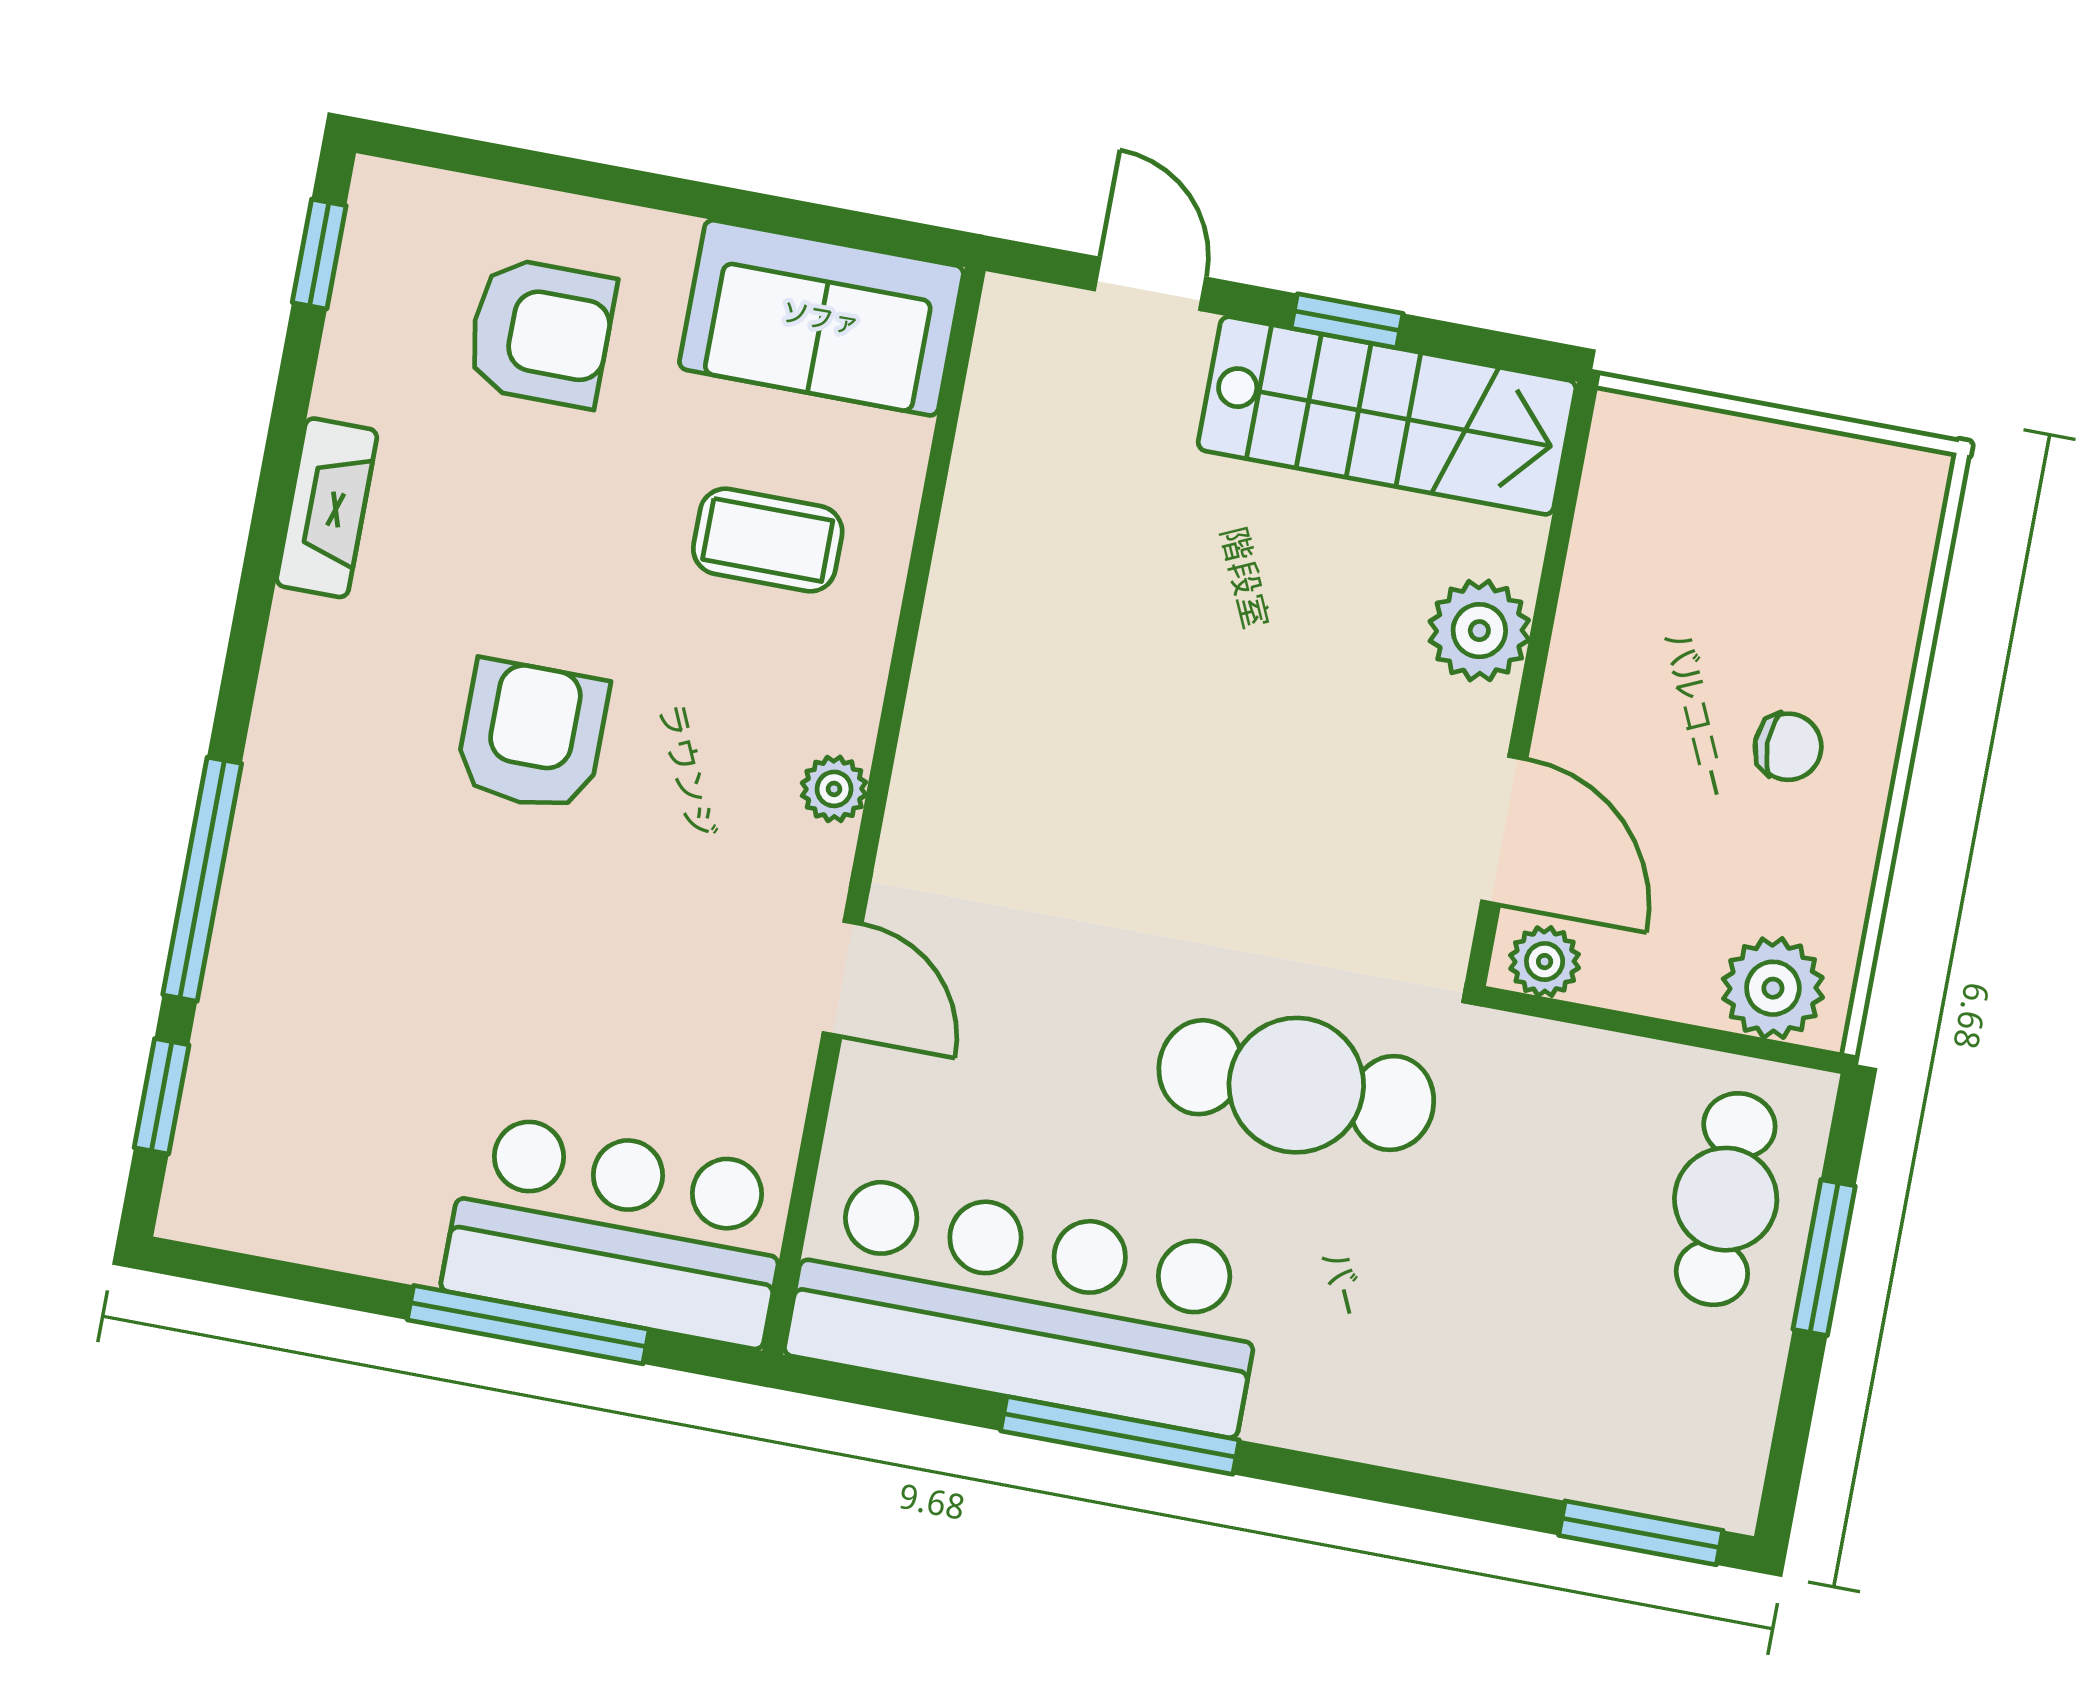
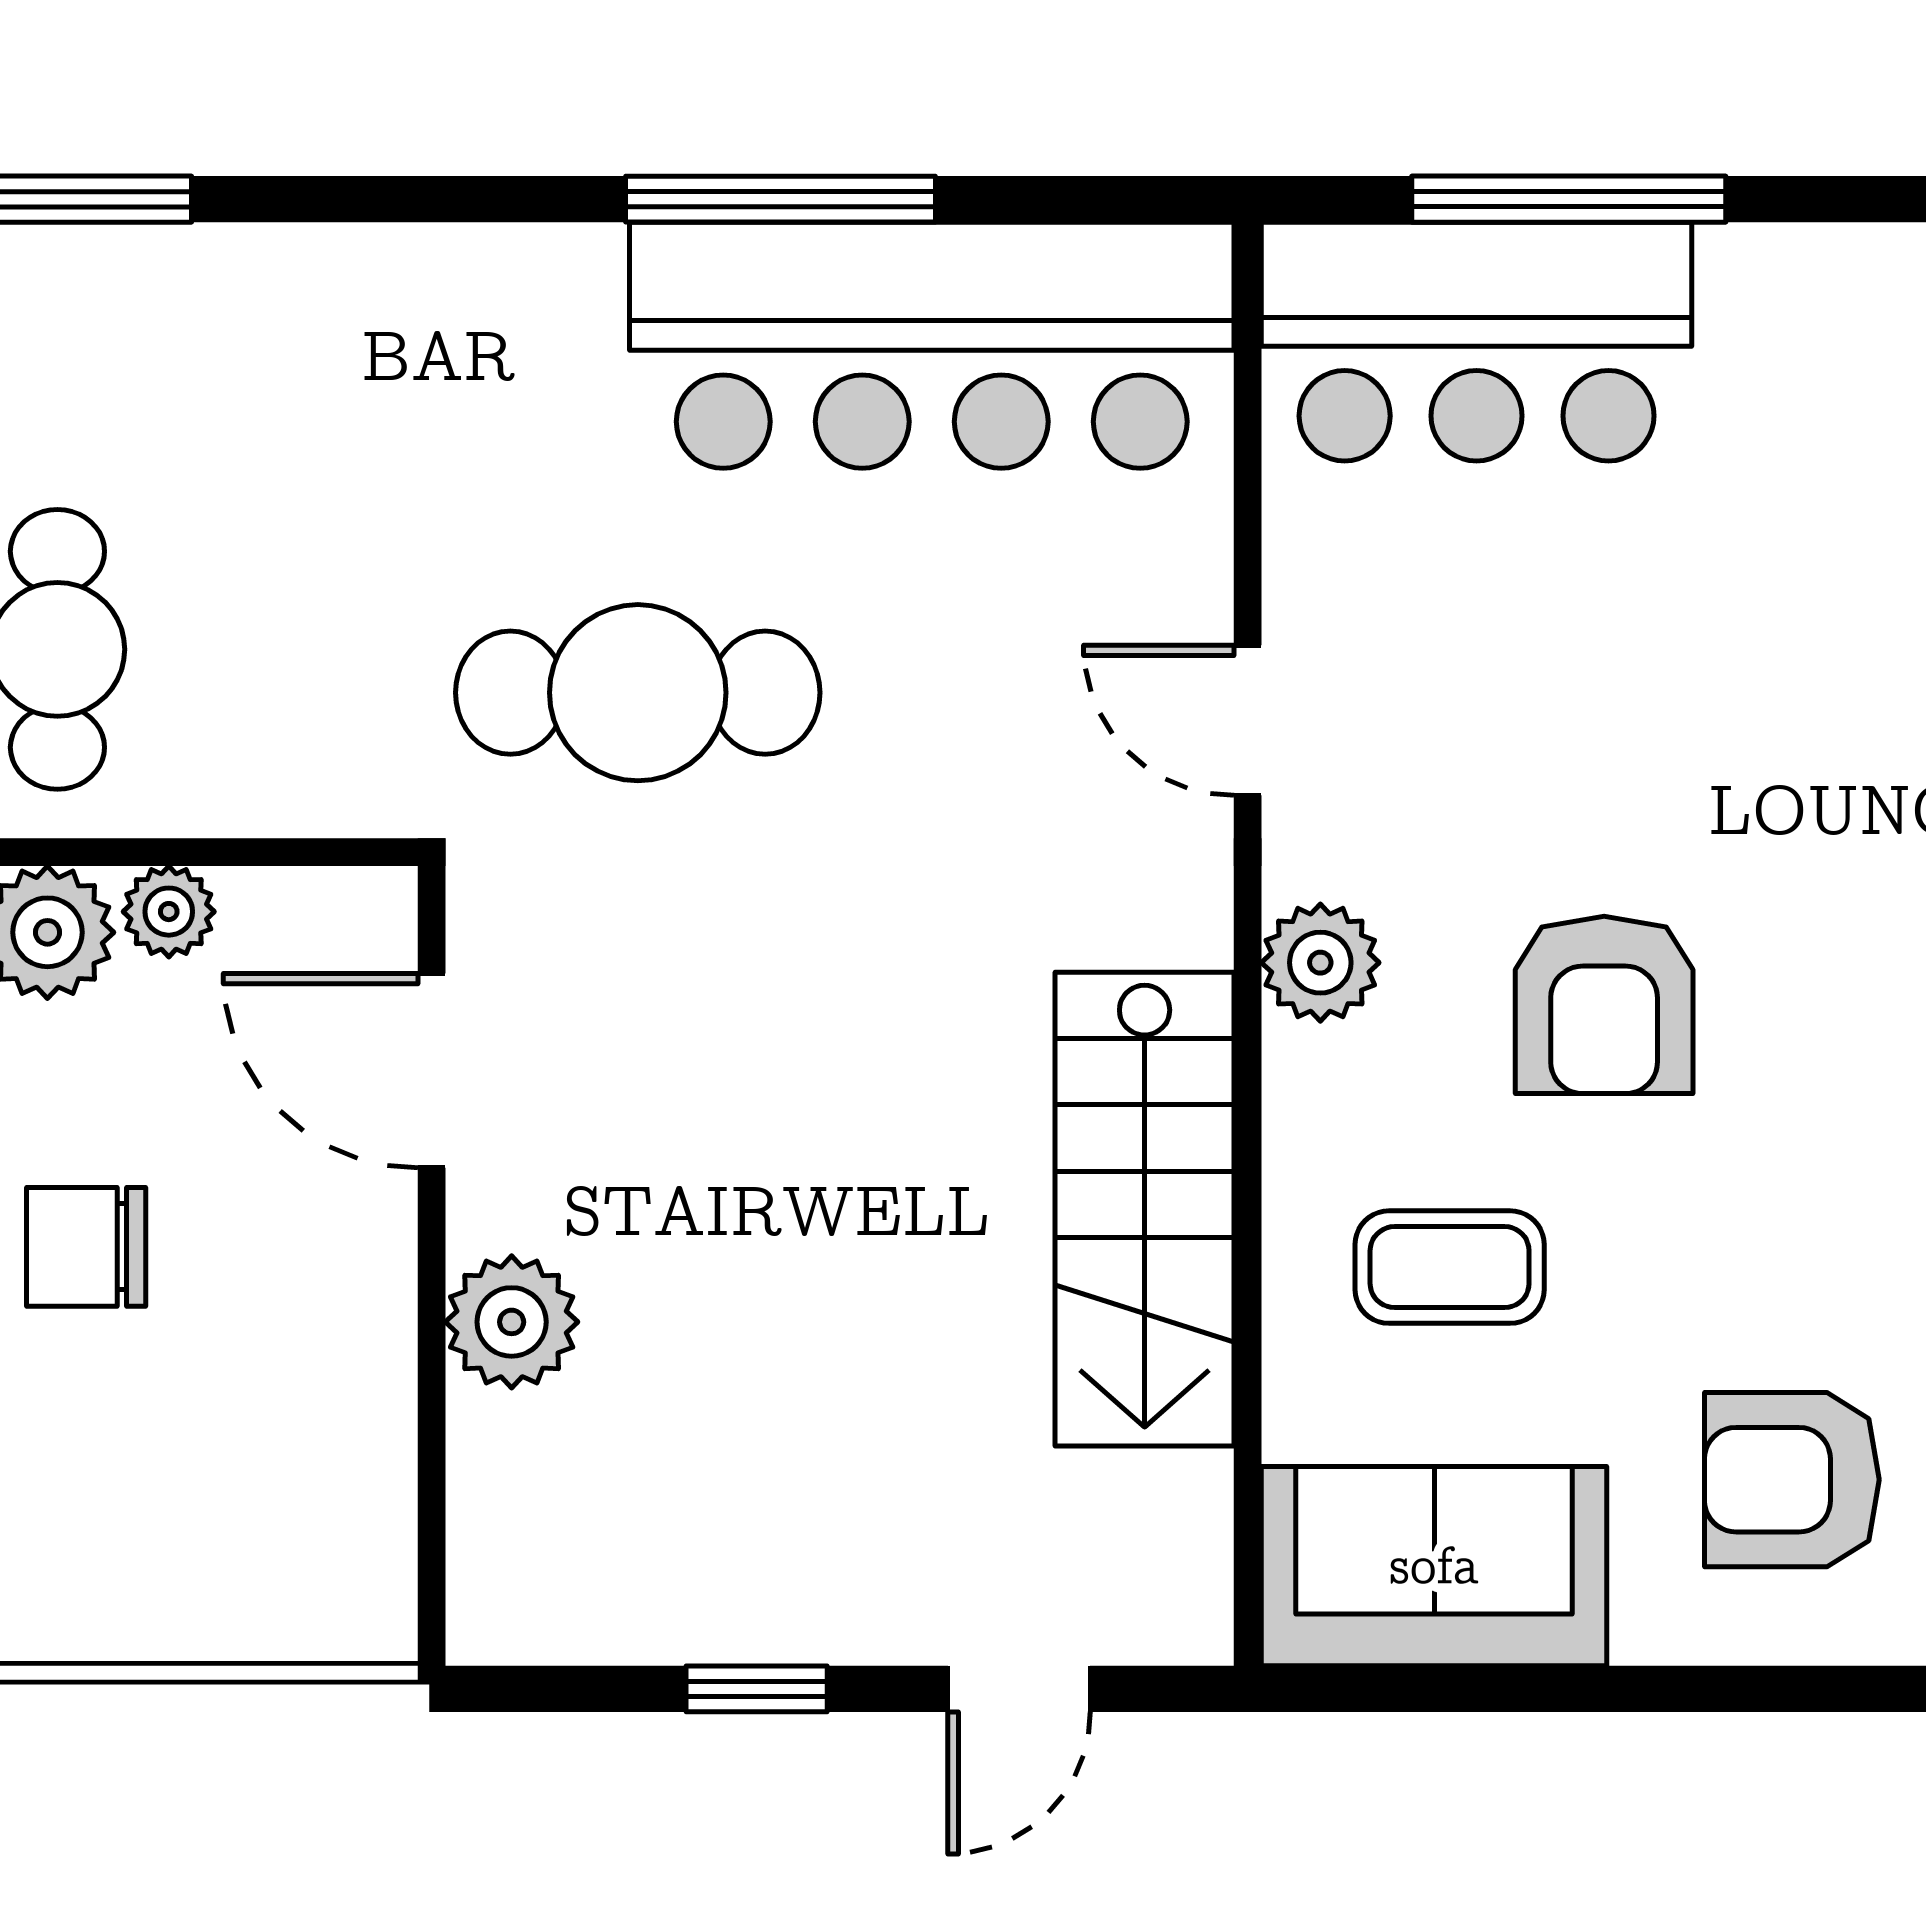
door: (1150, 284) -> (1019, 1689), hinge flipped
stairs: (1387, 416) -> (1145, 1209), moved, turned -90
armchair: (532, 735) -> (1604, 1005), moved
chair: (1788, 747) -> (86, 1247), width x1.37, depth x1.37
plant: (834, 789) -> (1320, 963), width x1.38, depth x1.38
plant: (1545, 962) -> (169, 912), moved

